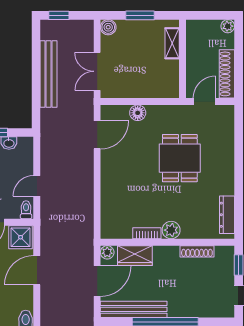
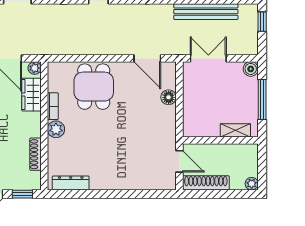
window: (140, 15) -> (262, 100), width x1.44
dining table: (180, 158) -> (94, 87), moved, turned 90

